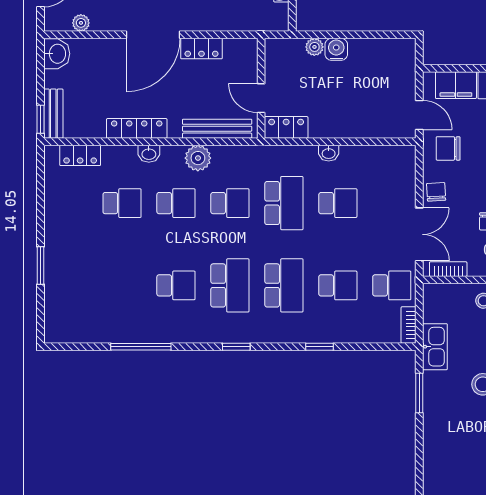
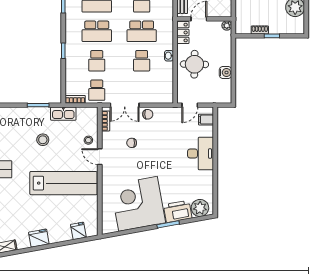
plant: (314, 47) -> (227, 25), moved
water cooler: (336, 49) -> (225, 72), moved
filing cabinet: (456, 85) -> (206, 120), width x0.50
round table: (344, 106) -> (194, 64), added
chair: (448, 148) -> (171, 121), removed

